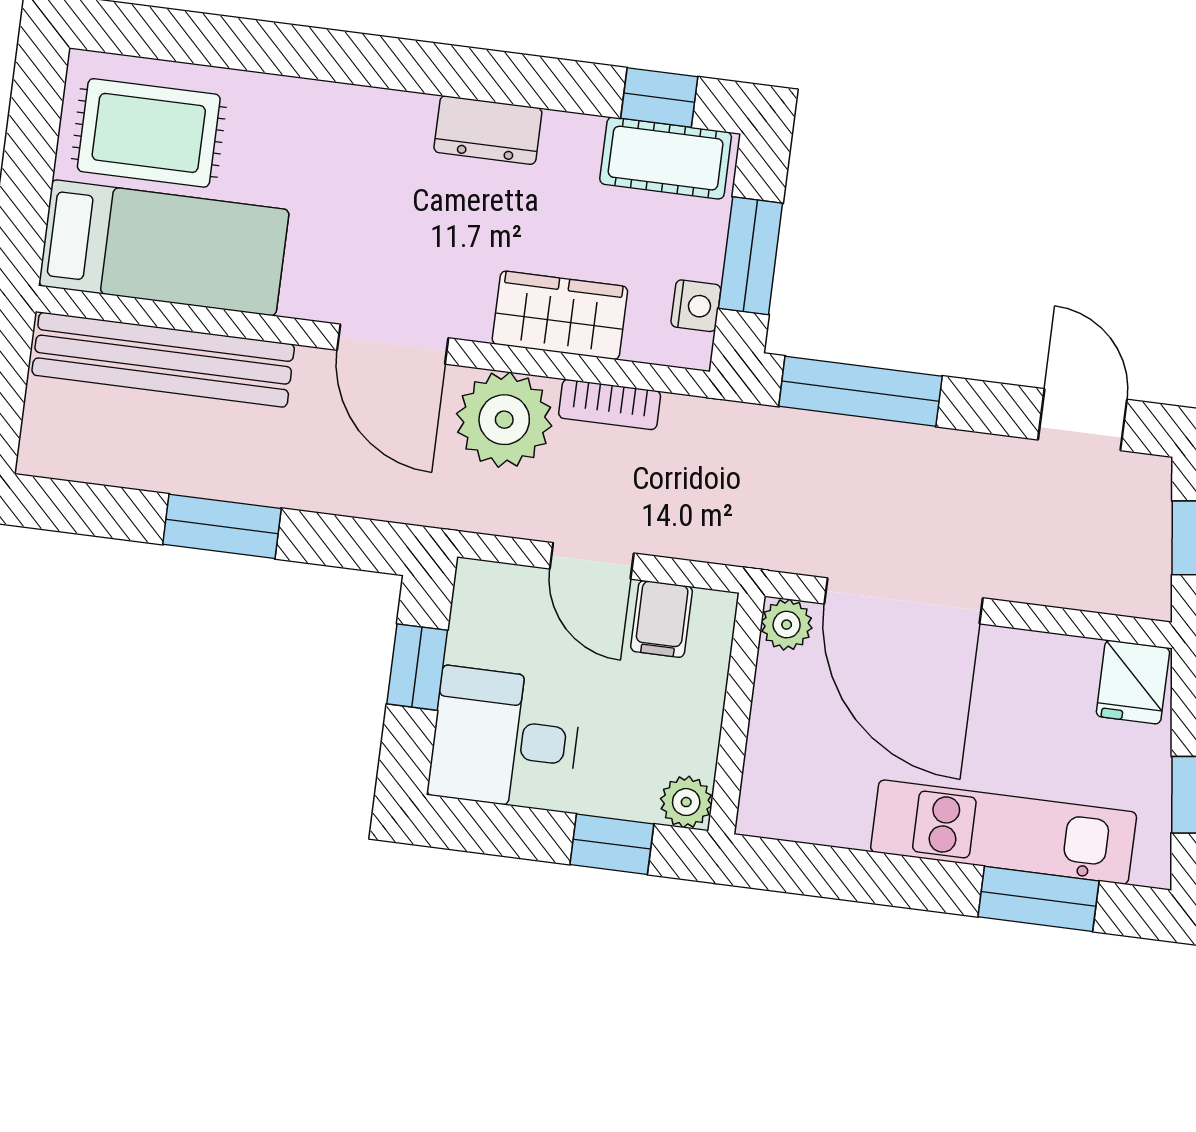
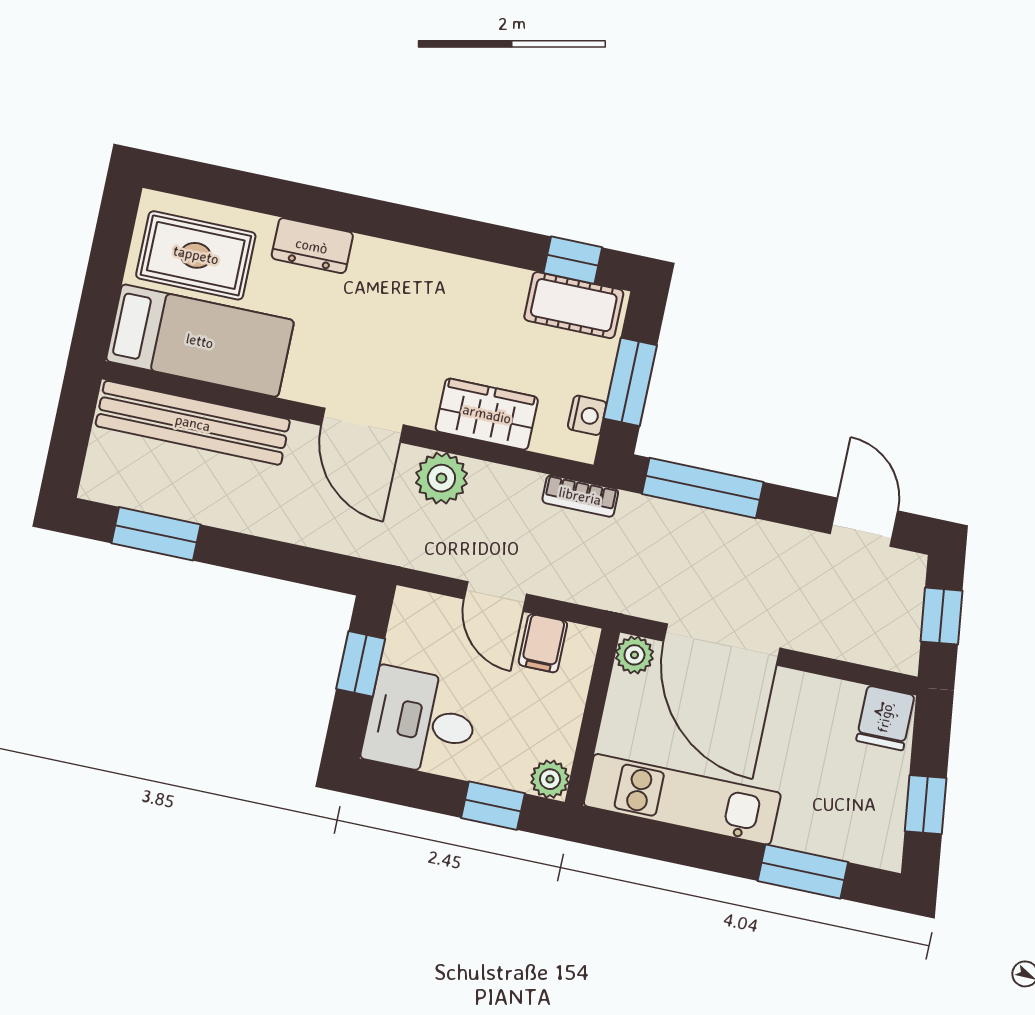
dresser: (488, 130) -> (312, 246), moved
bookcase: (610, 405) -> (580, 496), moved
plant: (504, 420) -> (441, 478), width x0.73, depth x0.73
window: (222, 526) -> (156, 534), moved
kitchen unit: (1004, 832) -> (682, 799), moved

